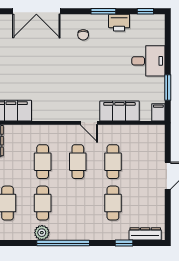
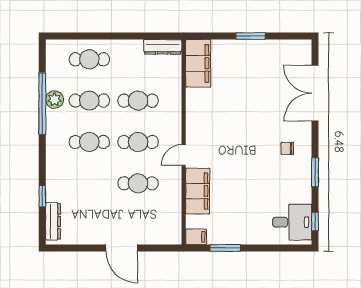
printer: (119, 23) -> (302, 191), removed
desk: (148, 61) -> (292, 222), moved, turned -90
cafe table: (113, 203) -> (89, 142), moved
window: (63, 243) -> (42, 104), moved

